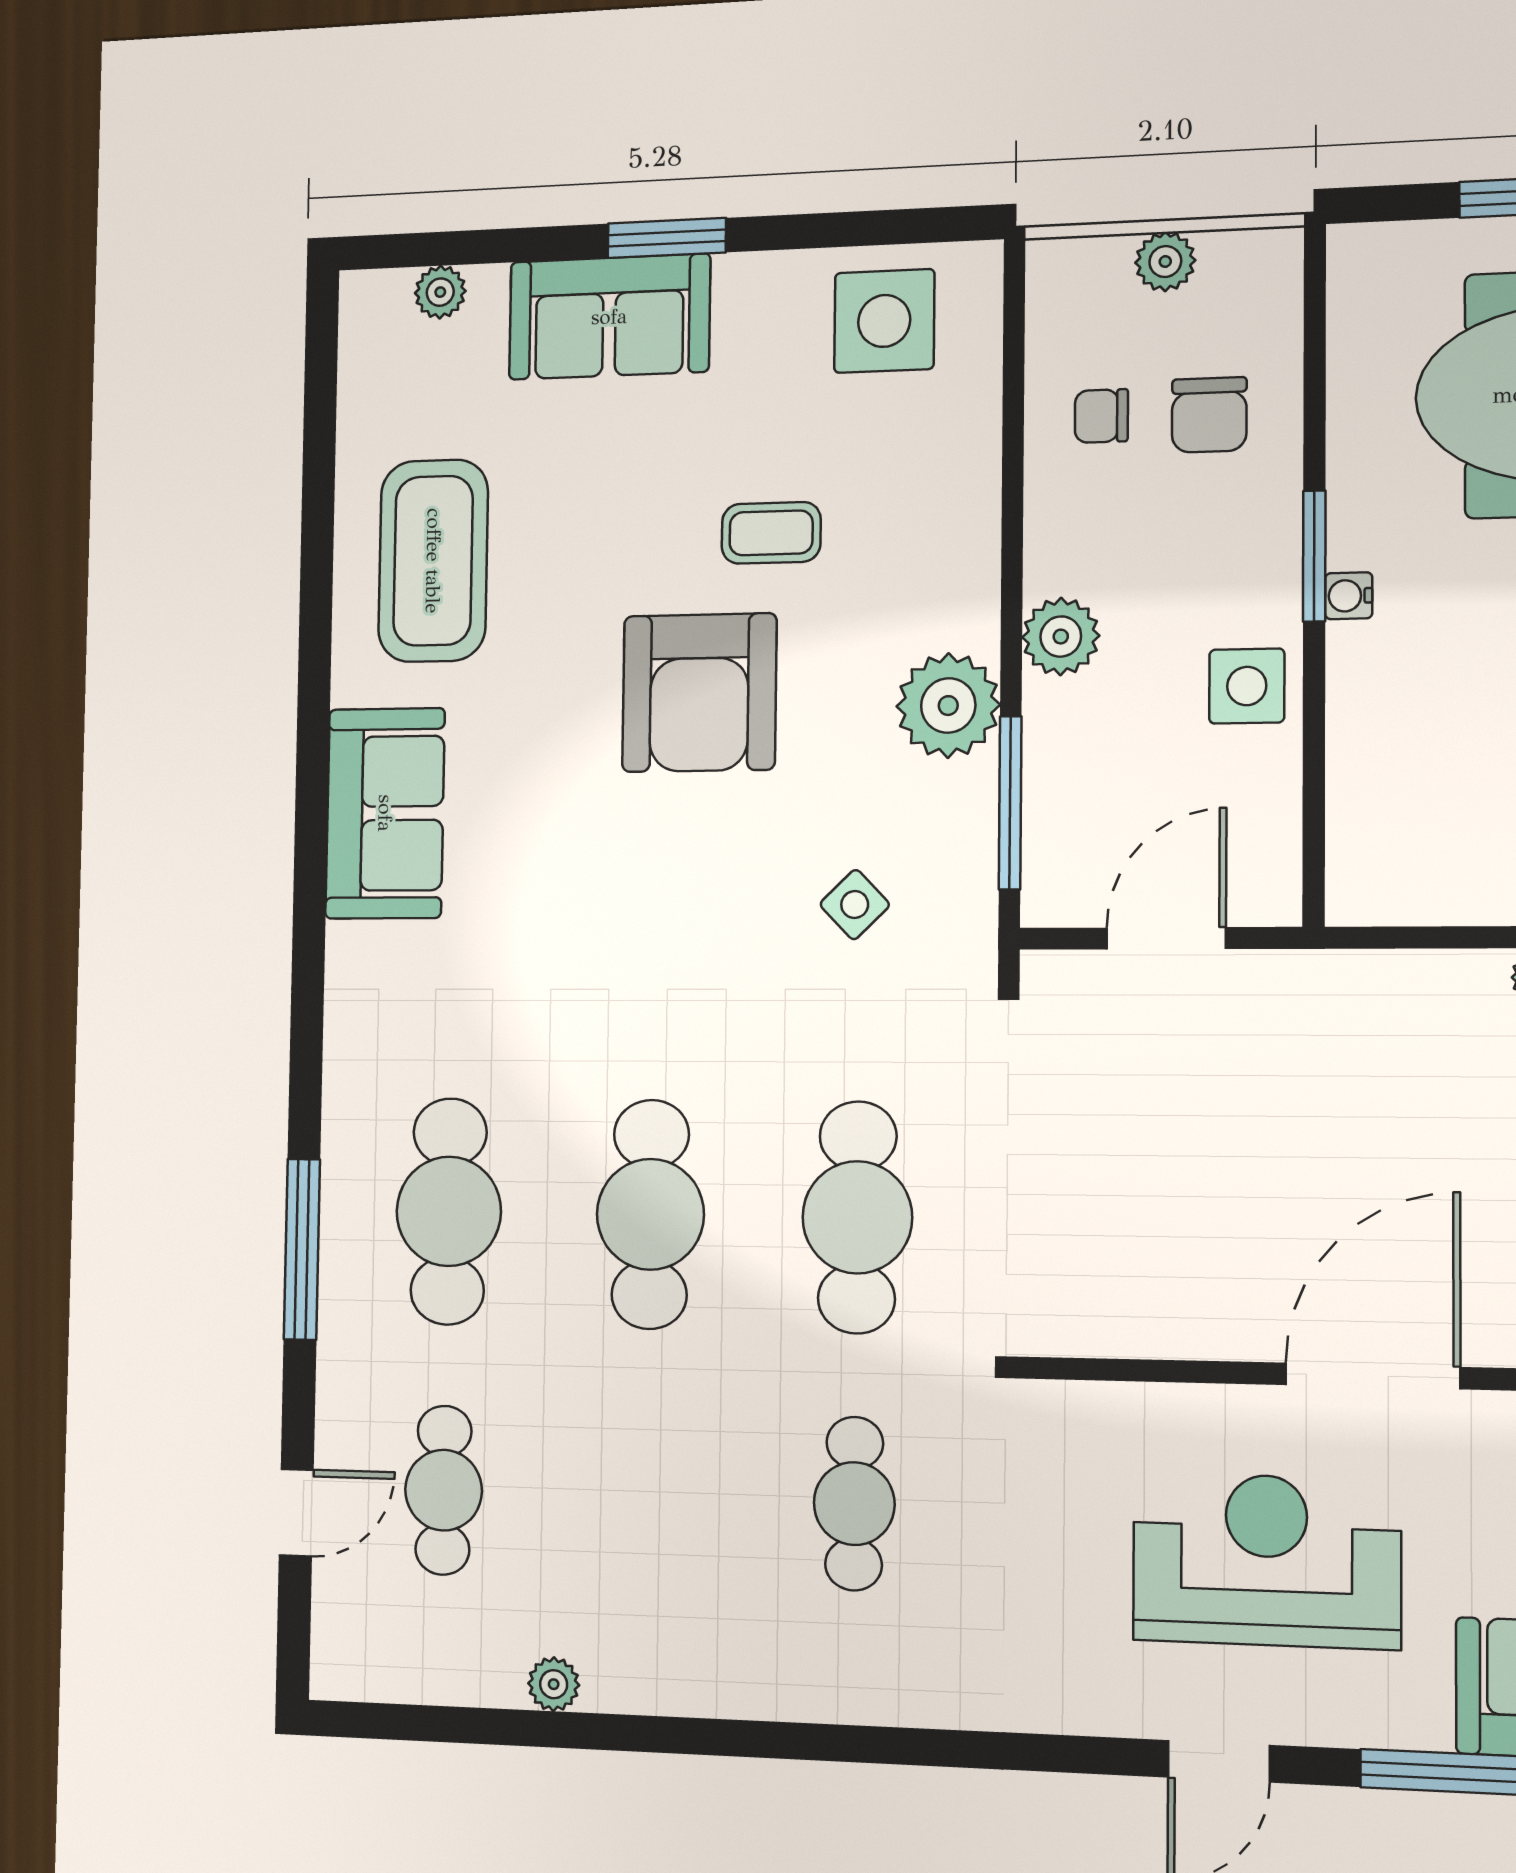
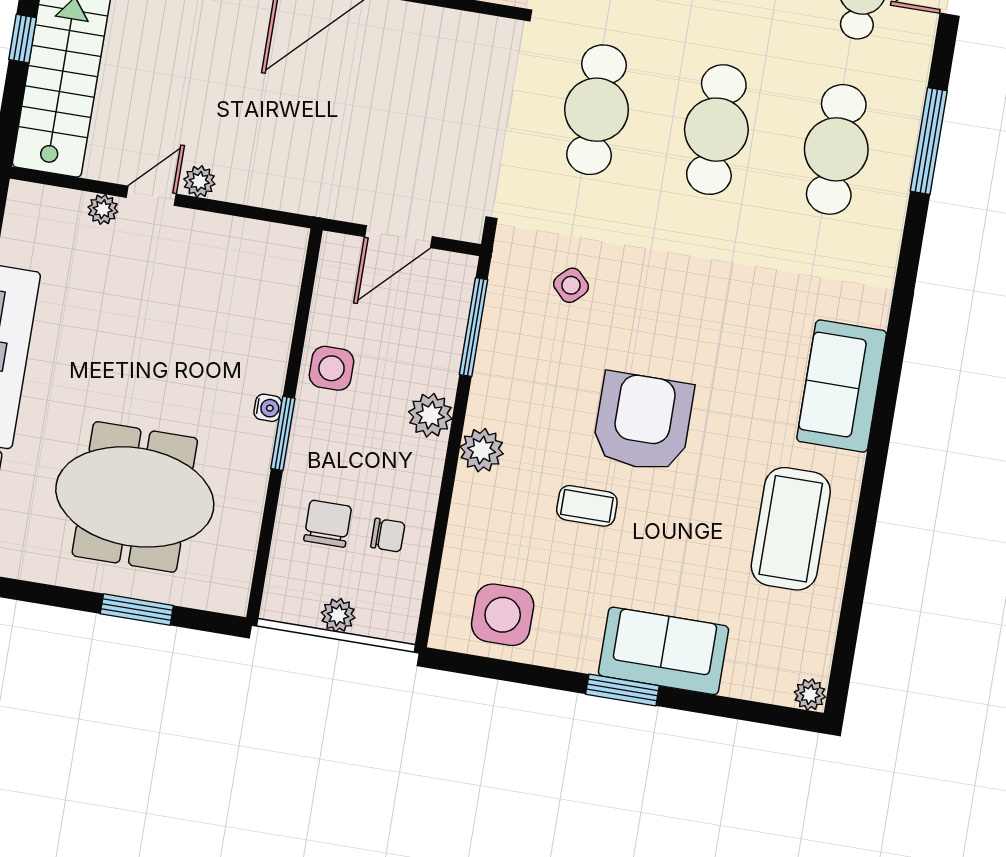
plant: (440, 292) -> (810, 695), moved
plant: (948, 706) -> (482, 450), moved, width x0.73, depth x0.73

